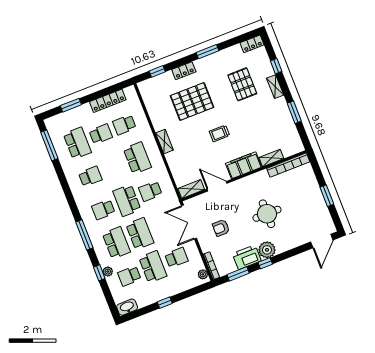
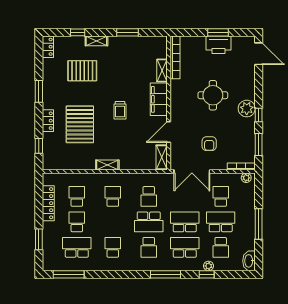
school desk: (124, 125) -> (77, 196), turned 180
school desk: (137, 158) -> (113, 196), width x0.54
printer: (247, 257) -> (218, 45), moved, turned -90
window: (165, 303) -> (259, 224), width x2.17

